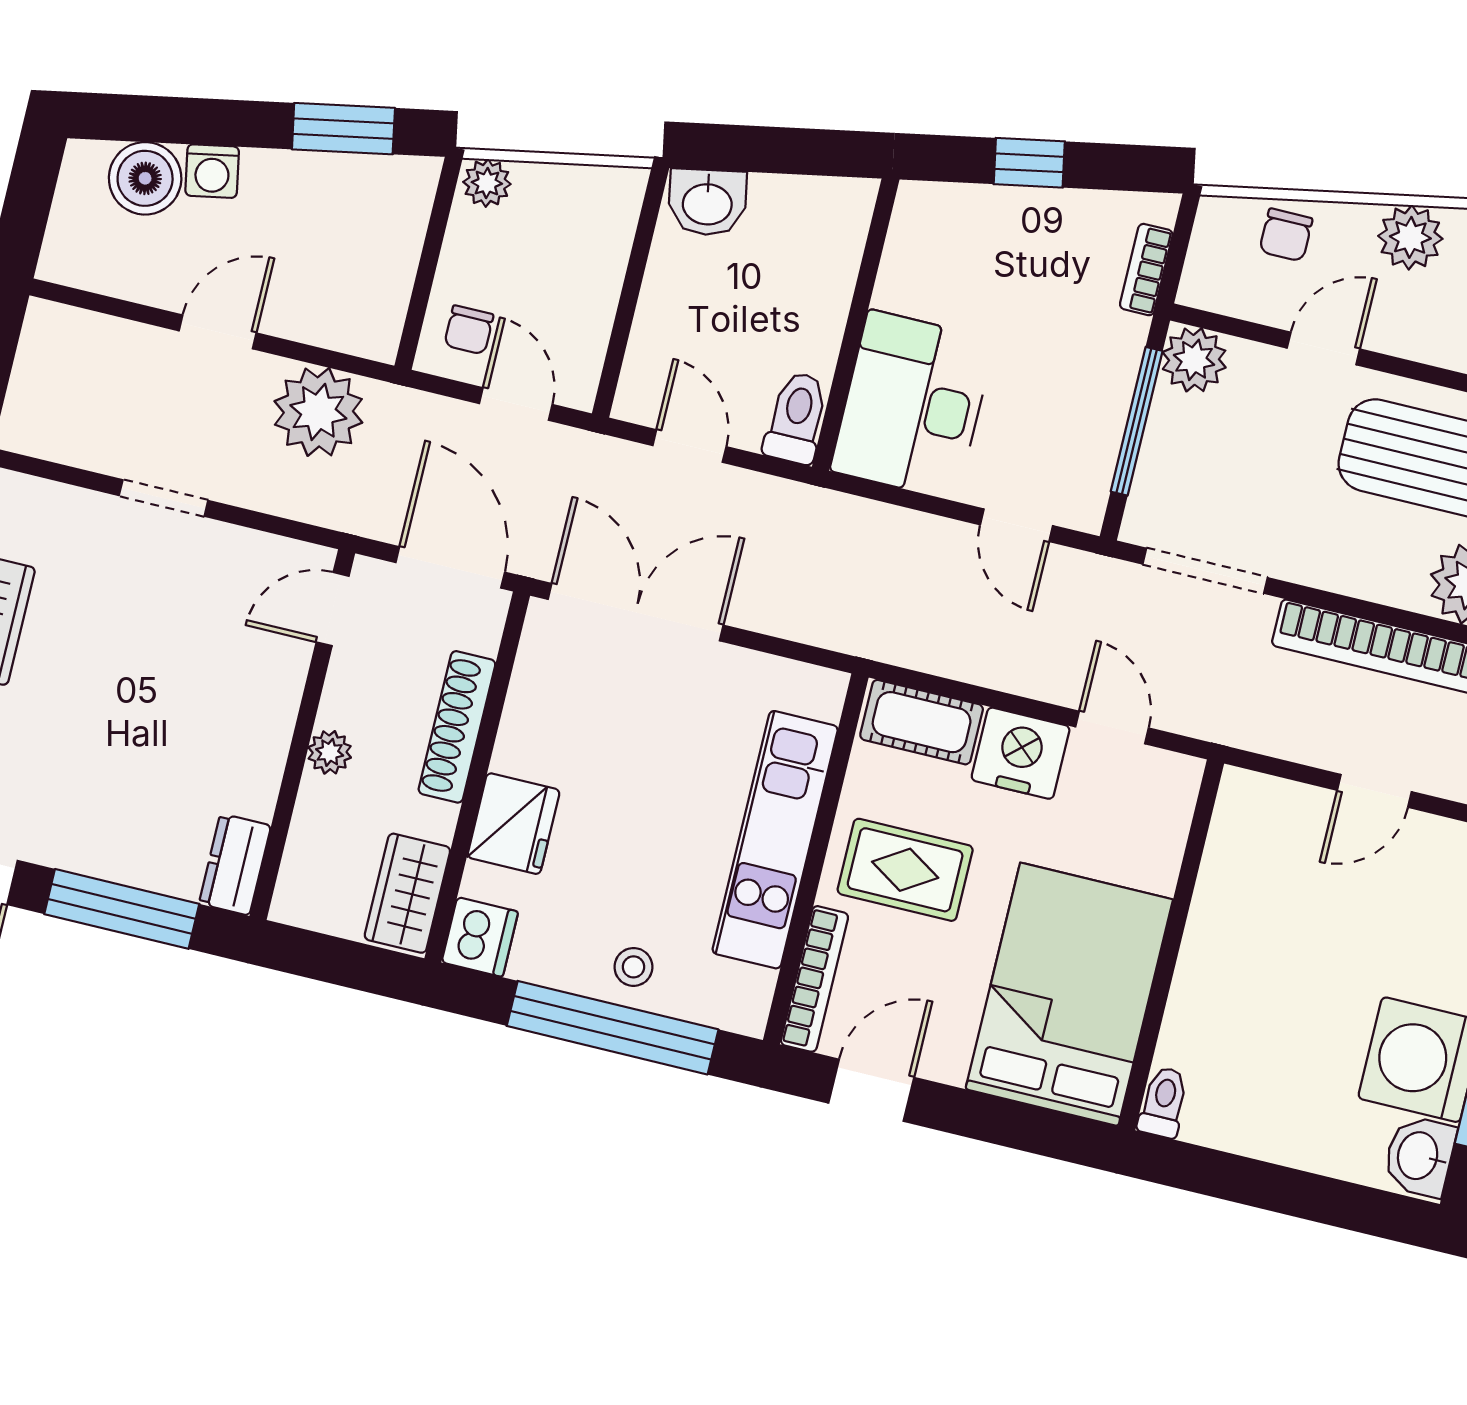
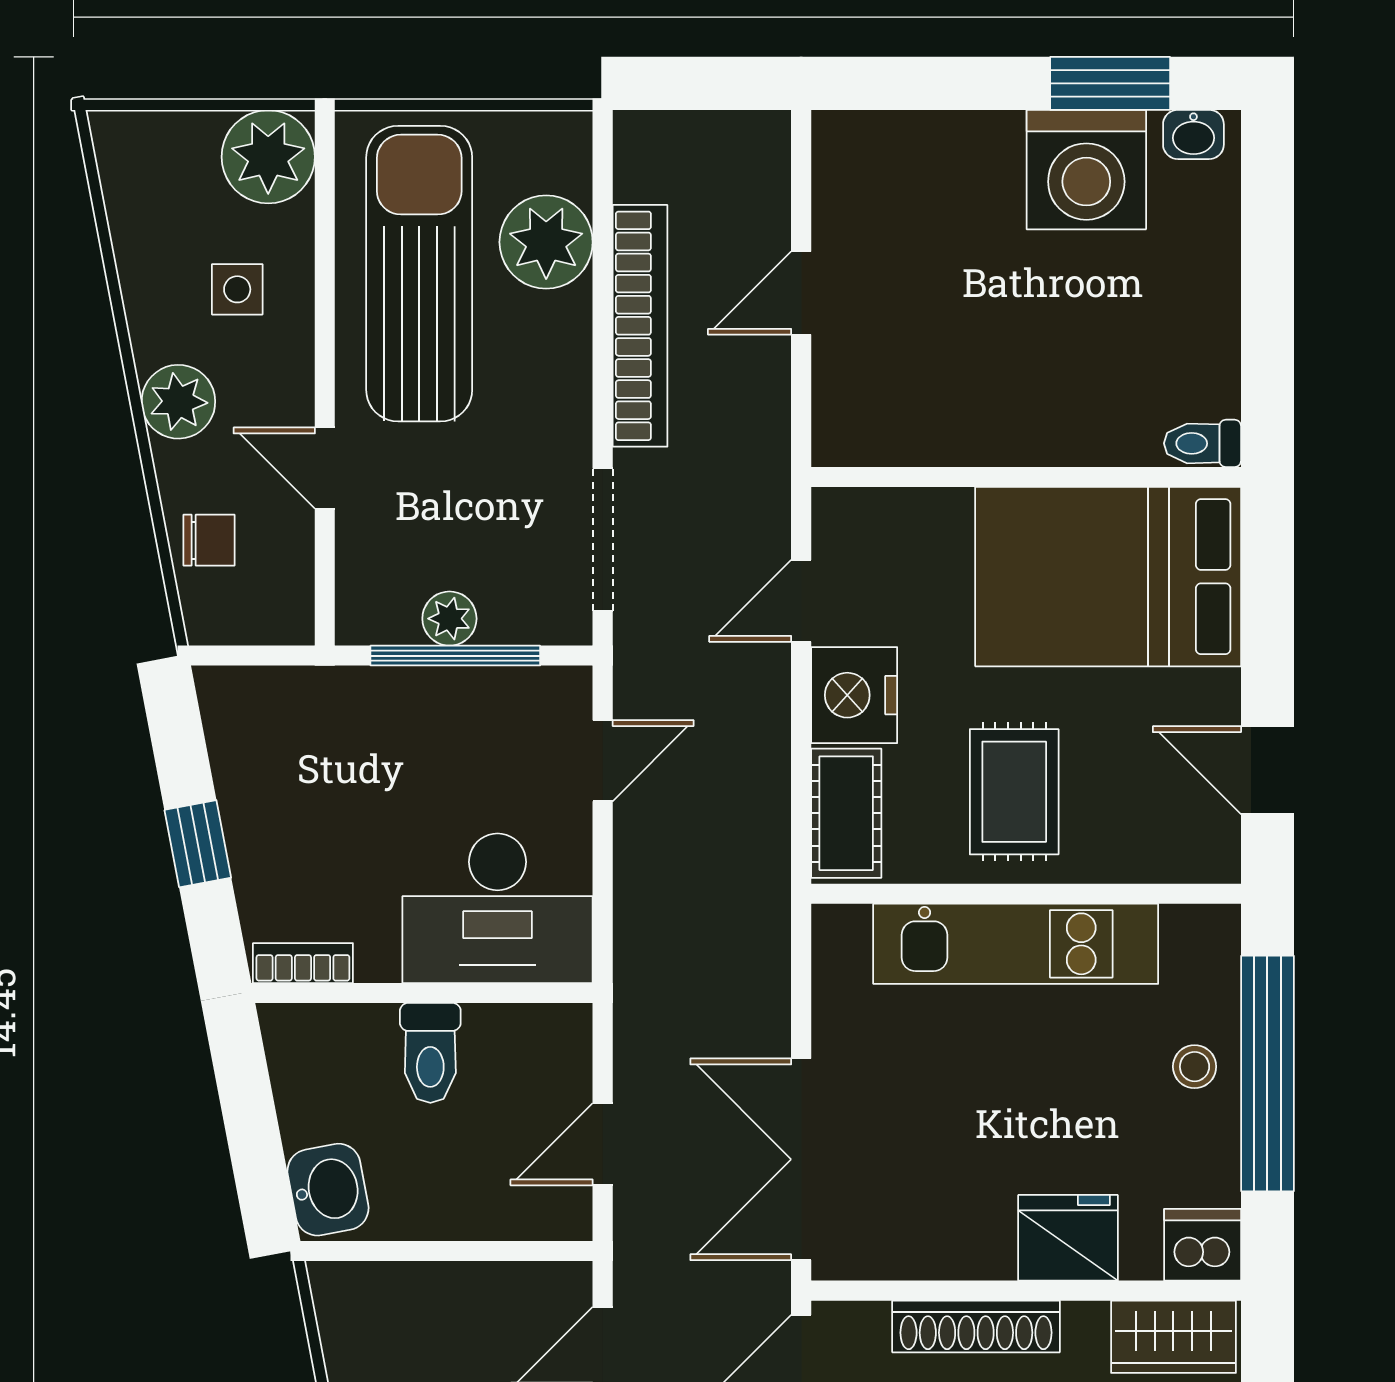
bookcase: (1146, 270) -> (303, 963), moved, turned 180
plant: (1194, 360) -> (449, 619), moved, width x0.73, depth x0.73
toilet: (796, 418) -> (430, 1053), moved, turned -90
door: (1374, 791) -> (801, 293), swing flipped
bookcase: (814, 979) -> (1159, 863), removed
washbasin: (1419, 1156) -> (1193, 134), width x0.72, depth x0.69

